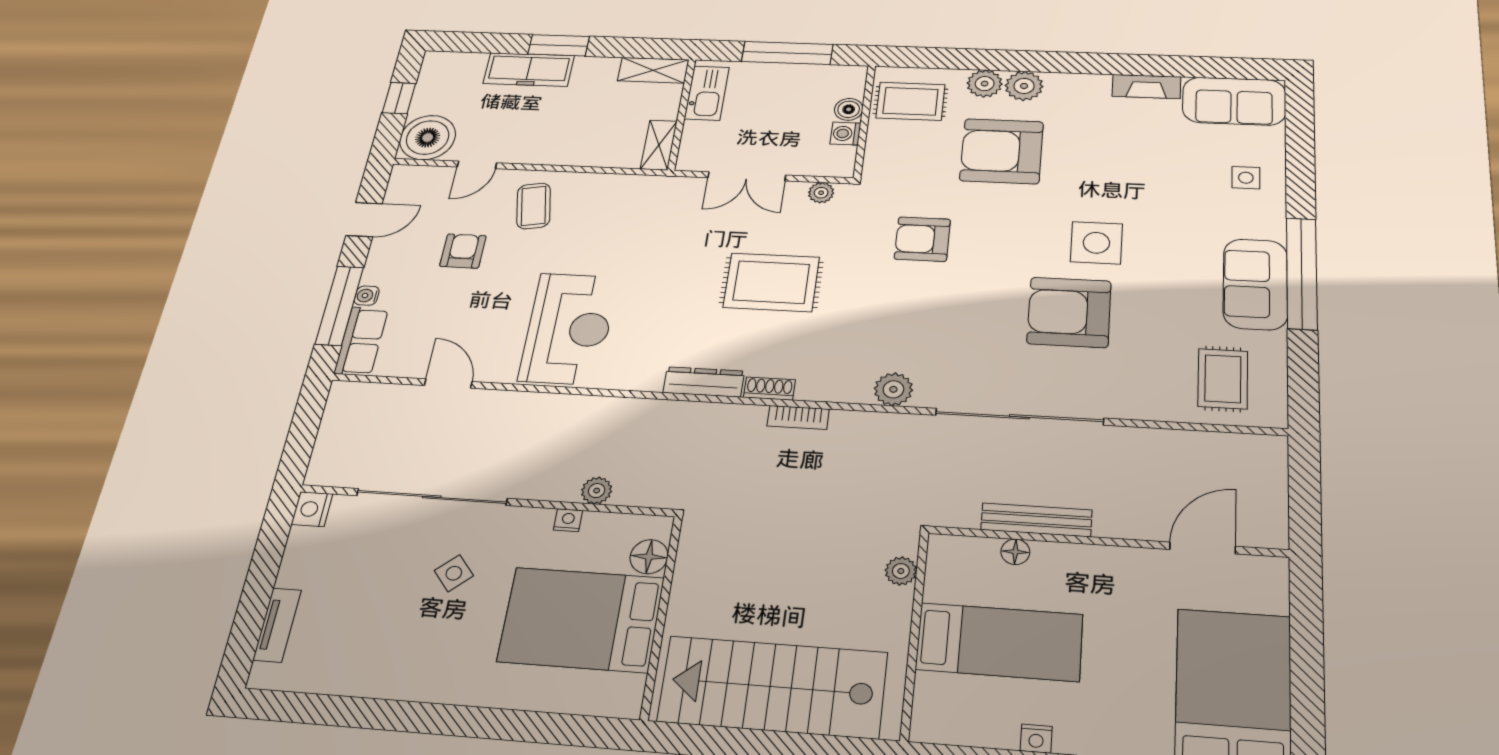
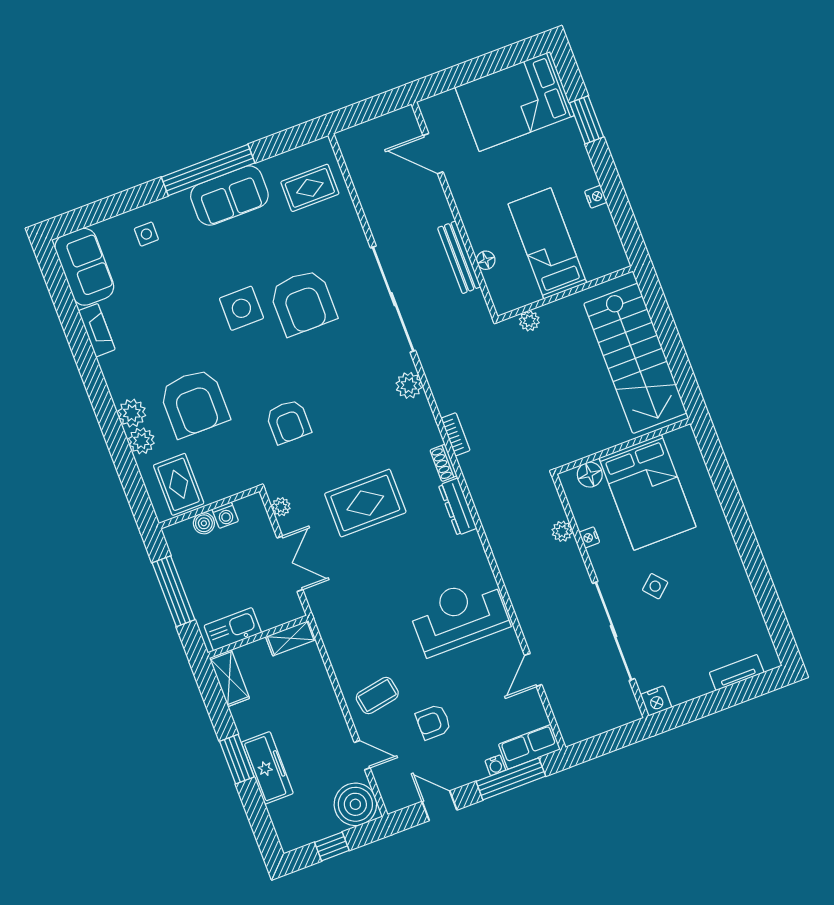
rug: (771, 282) -> (365, 503), turned 90

